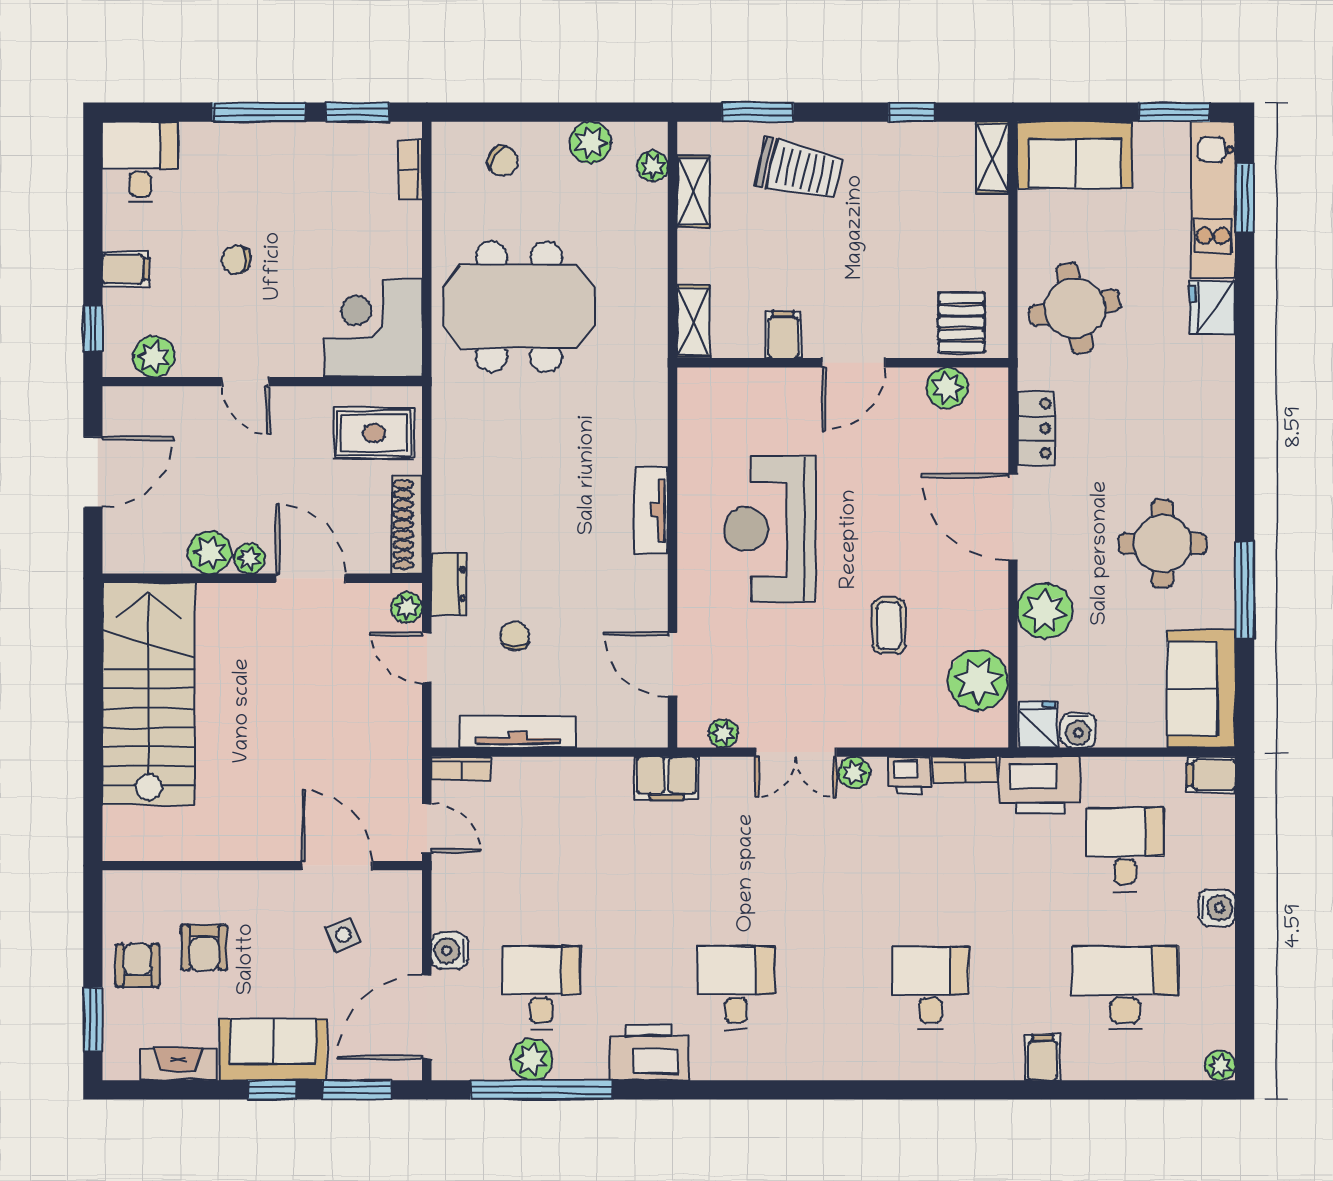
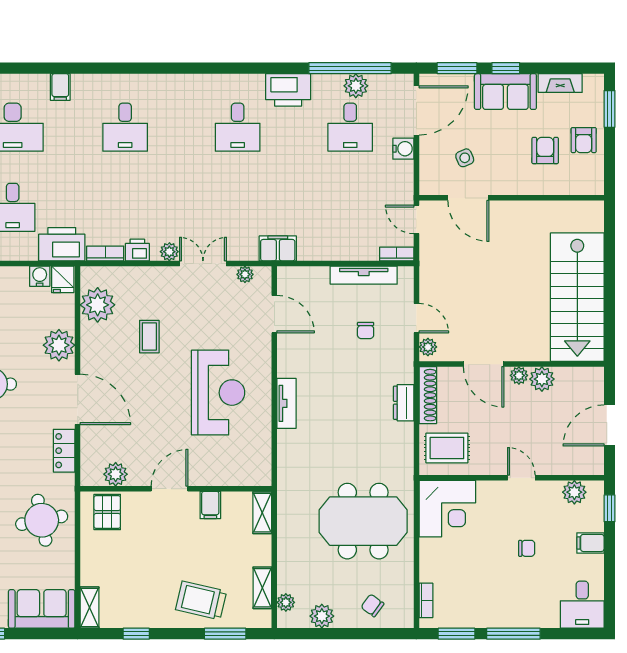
dresser: (449, 584) -> (404, 403), moved

